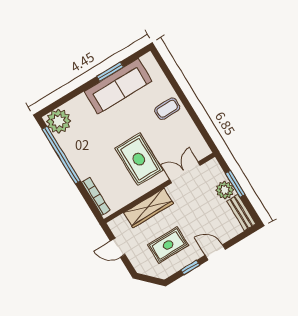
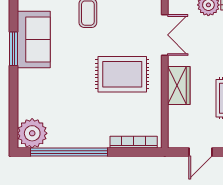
sofa: (118, 86) -> (34, 40), width x0.73
double door: (185, 172) -> (165, 35), swing flipped
wardrobe: (148, 208) -> (179, 86), width x0.67

